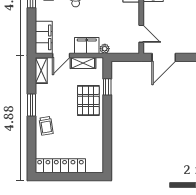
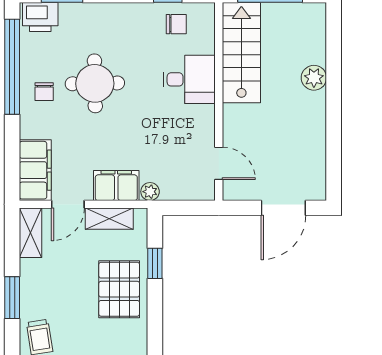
door: (164, 57) -> (283, 208), moved

